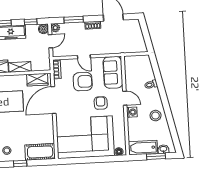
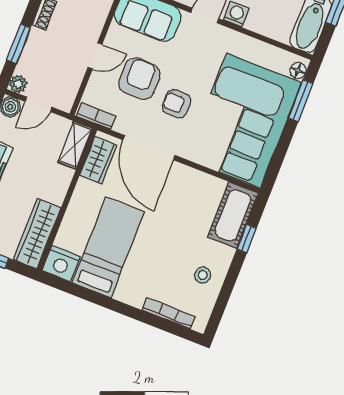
door: (50, 41) -> (39, 104), swing flipped
shelving: (20, 67) -> (75, 145), moved
armchair: (101, 103) -> (177, 104), moved
window: (106, 159) -> (301, 100), added
window: (20, 164) -> (247, 239), moved

